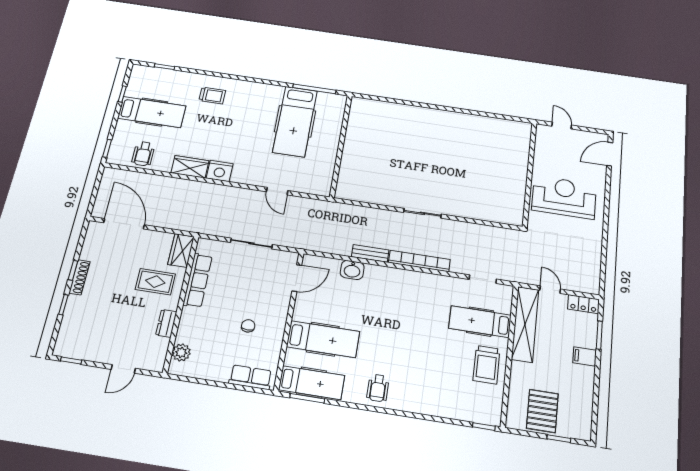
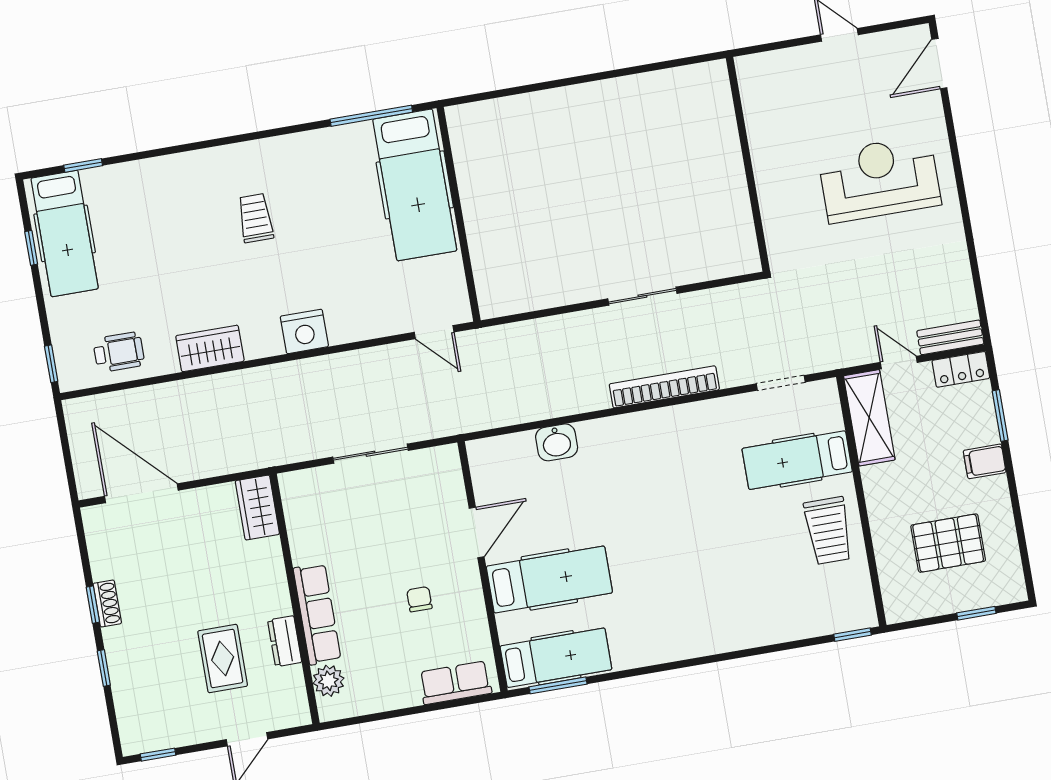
trolley: (212, 96) -> (255, 218), moved, turned -90
hospital bed: (152, 112) -> (65, 233), moved, turned 90
hospital bed: (295, 121) -> (415, 185), moved
wheelchair: (143, 154) -> (119, 352), turned -90
nightstand: (220, 171) -> (304, 331), moved
wall: (530, 174) -> (748, 164), moved
door: (277, 191) -> (434, 332), moved
bench: (370, 253) -> (950, 337), moved
shoe rack: (79, 277) -> (107, 603), width x0.70
door: (297, 278) -> (477, 532), moved
row of seats: (198, 280) -> (317, 614), moved
rug: (155, 282) -> (223, 659), moved, turned 90
shelving: (525, 324) -> (869, 418), width x0.68
wheelchair: (378, 388) -> (665, 630), removed
pallet: (542, 411) -> (948, 543), moved, turned 90

